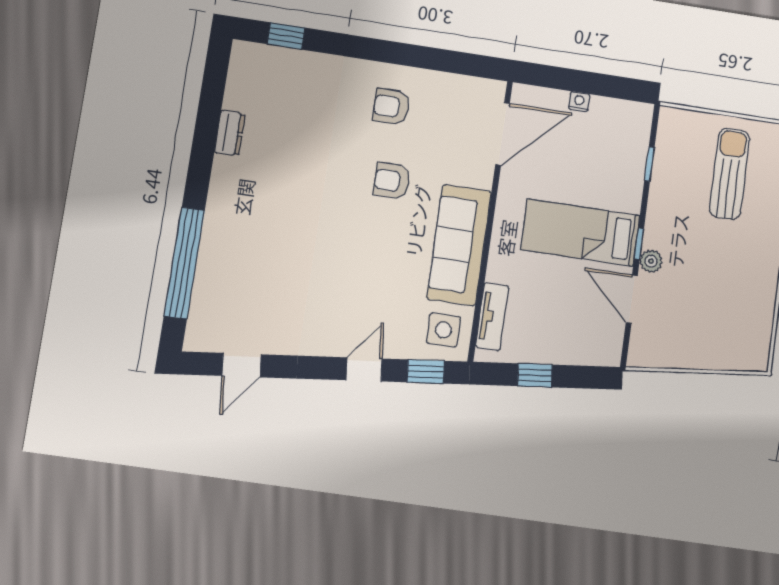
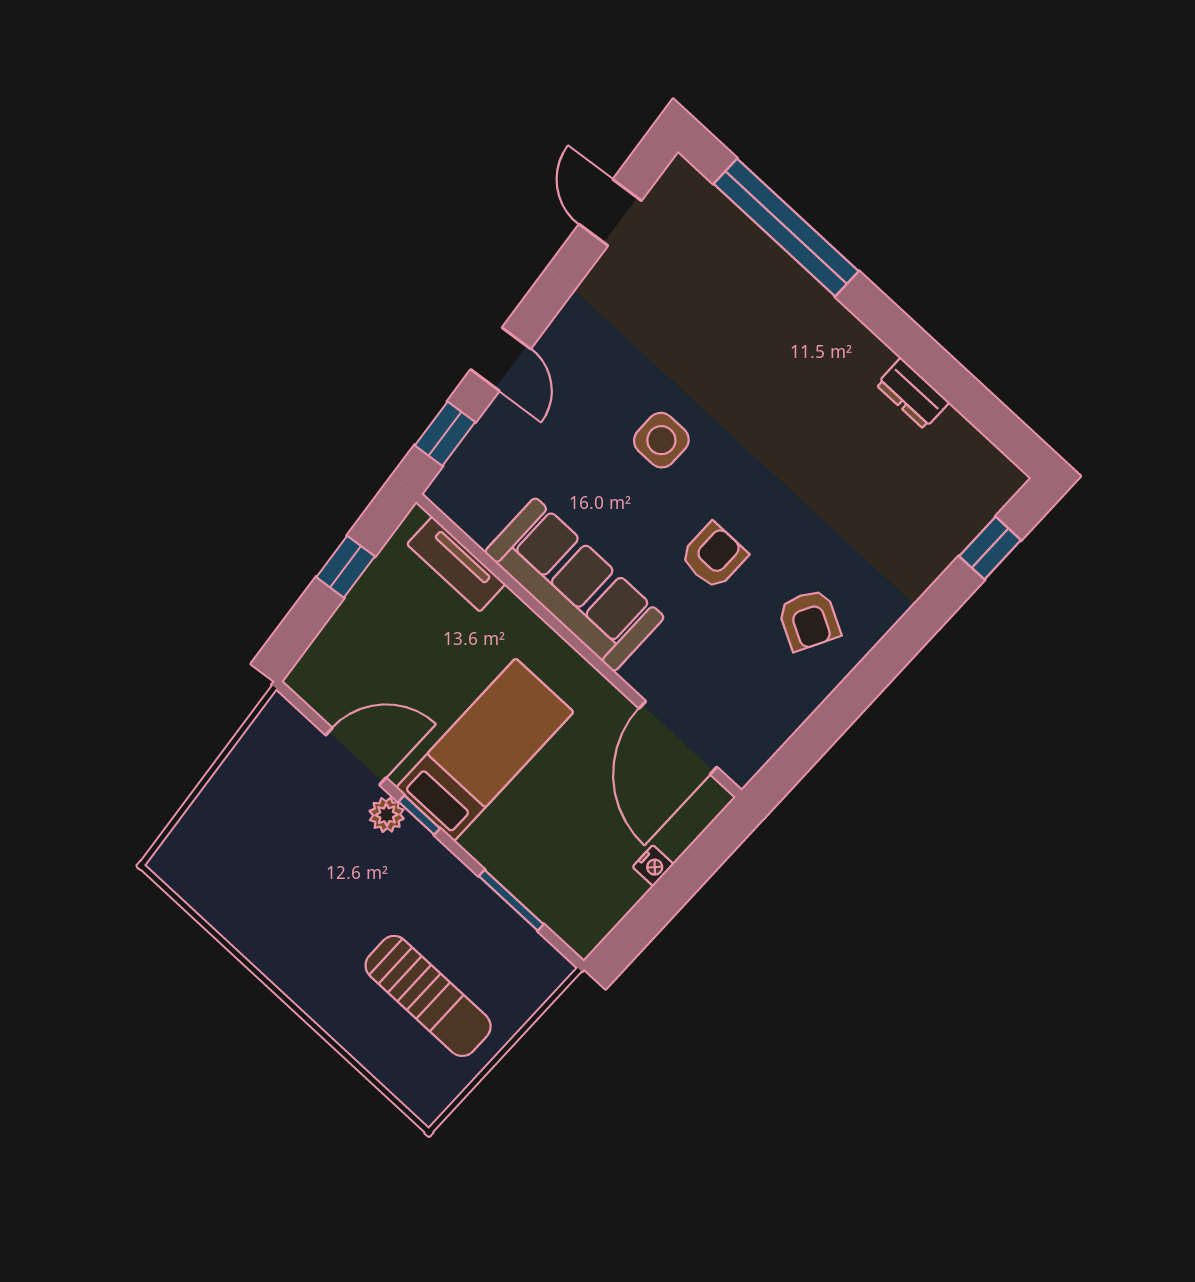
armchair: (391, 107) -> (809, 620), turned 118
window: (649, 164) -> (511, 900), width x1.50
side table: (443, 330) -> (661, 440), moved

